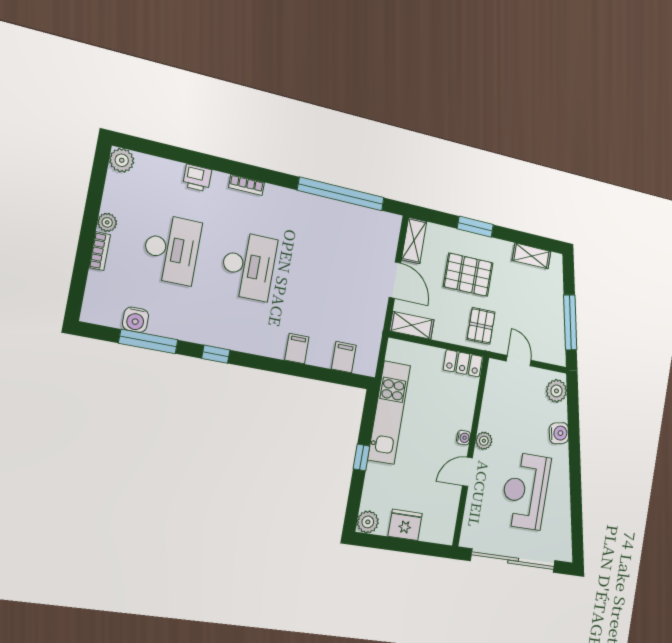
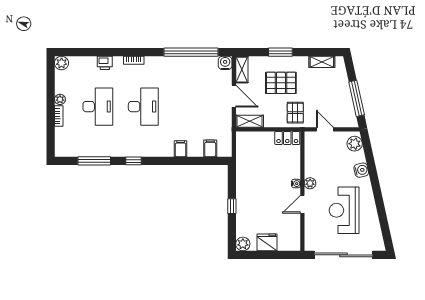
water cooler: (135, 320) -> (225, 63), moved, turned 180
kitchen unit: (389, 413) -> (245, 176), removed

